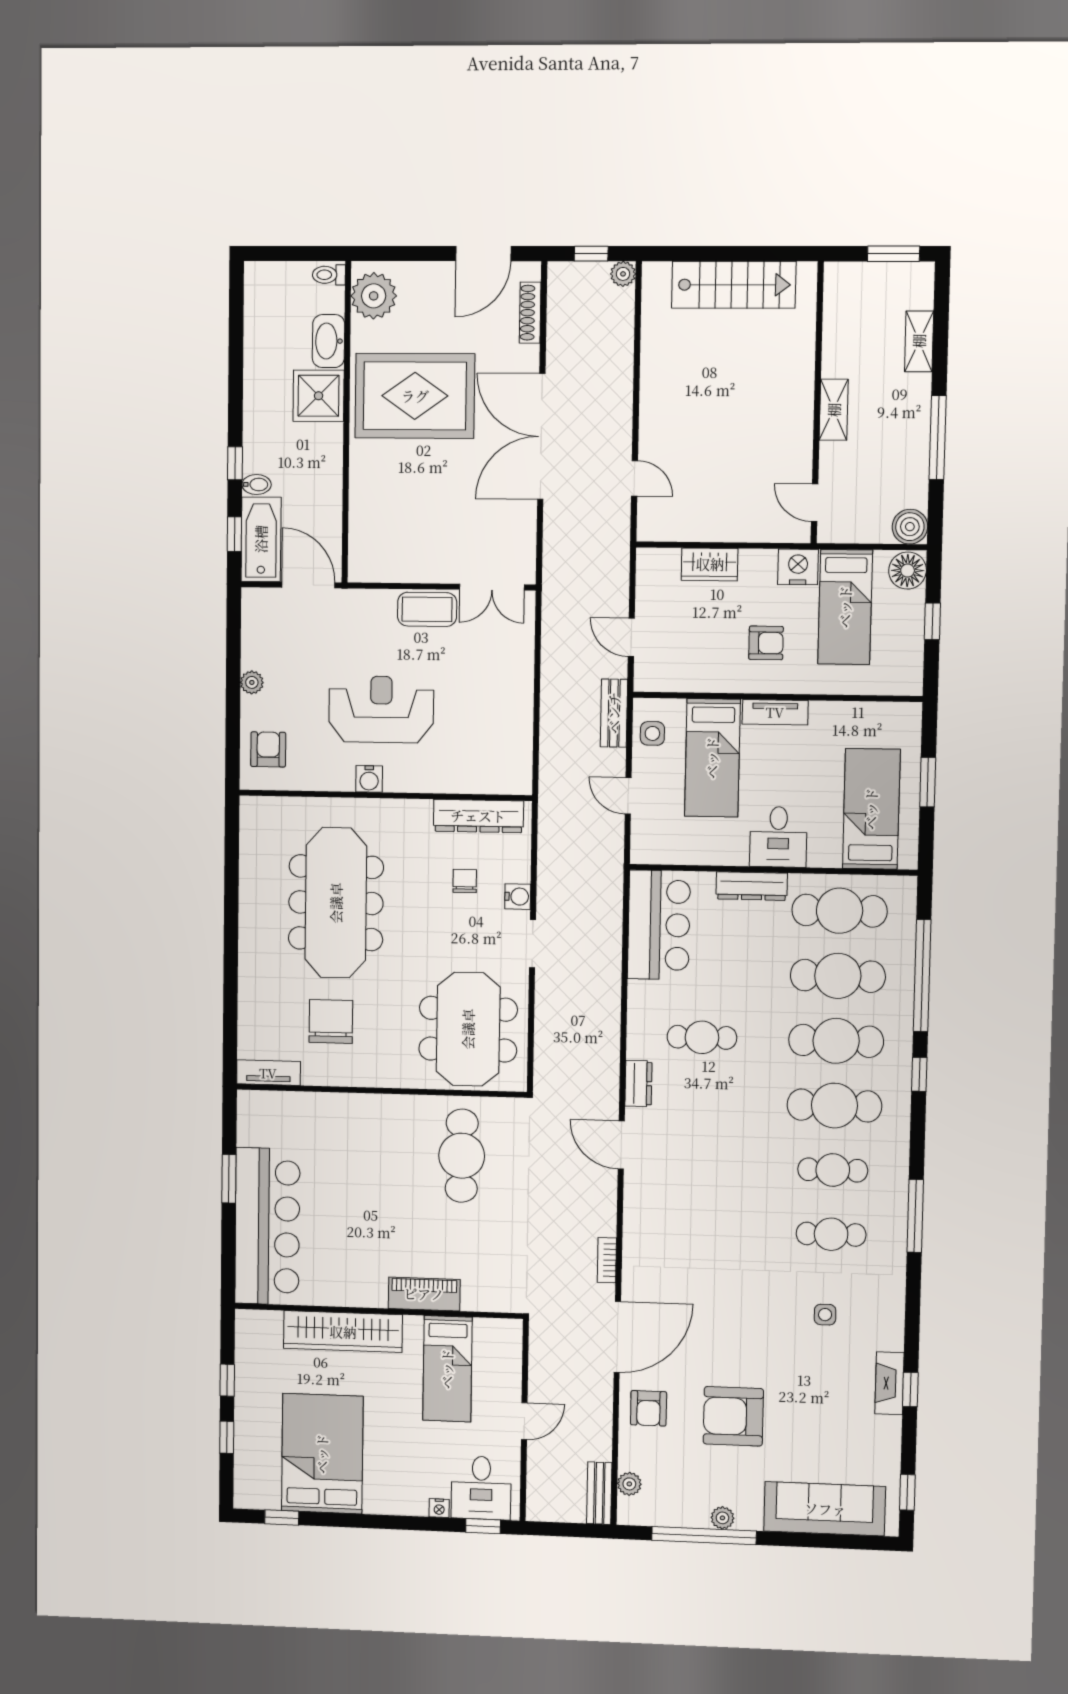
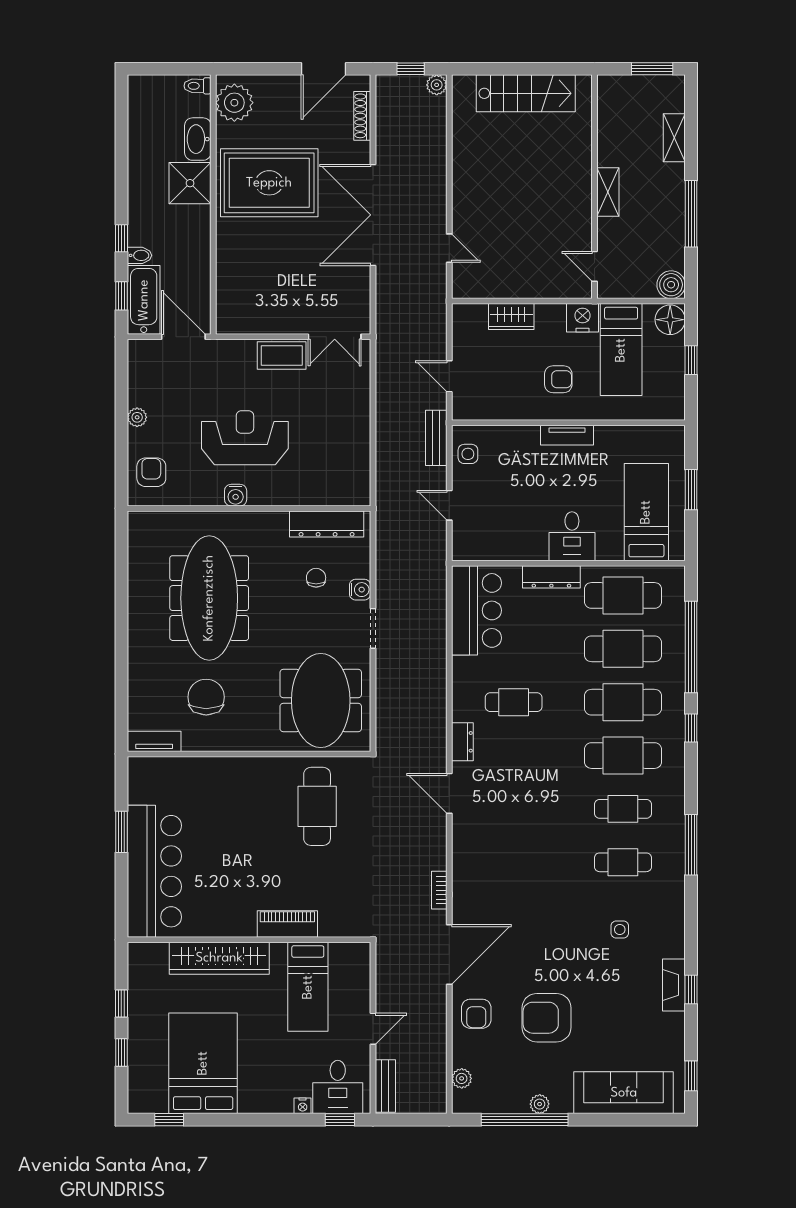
bed: (712, 758) -> (517, 473), removed
bench: (599, 1493) -> (385, 1086), moved

